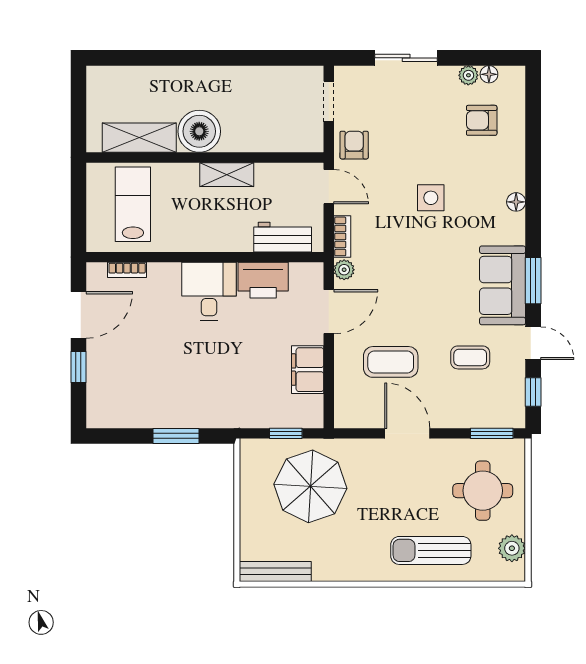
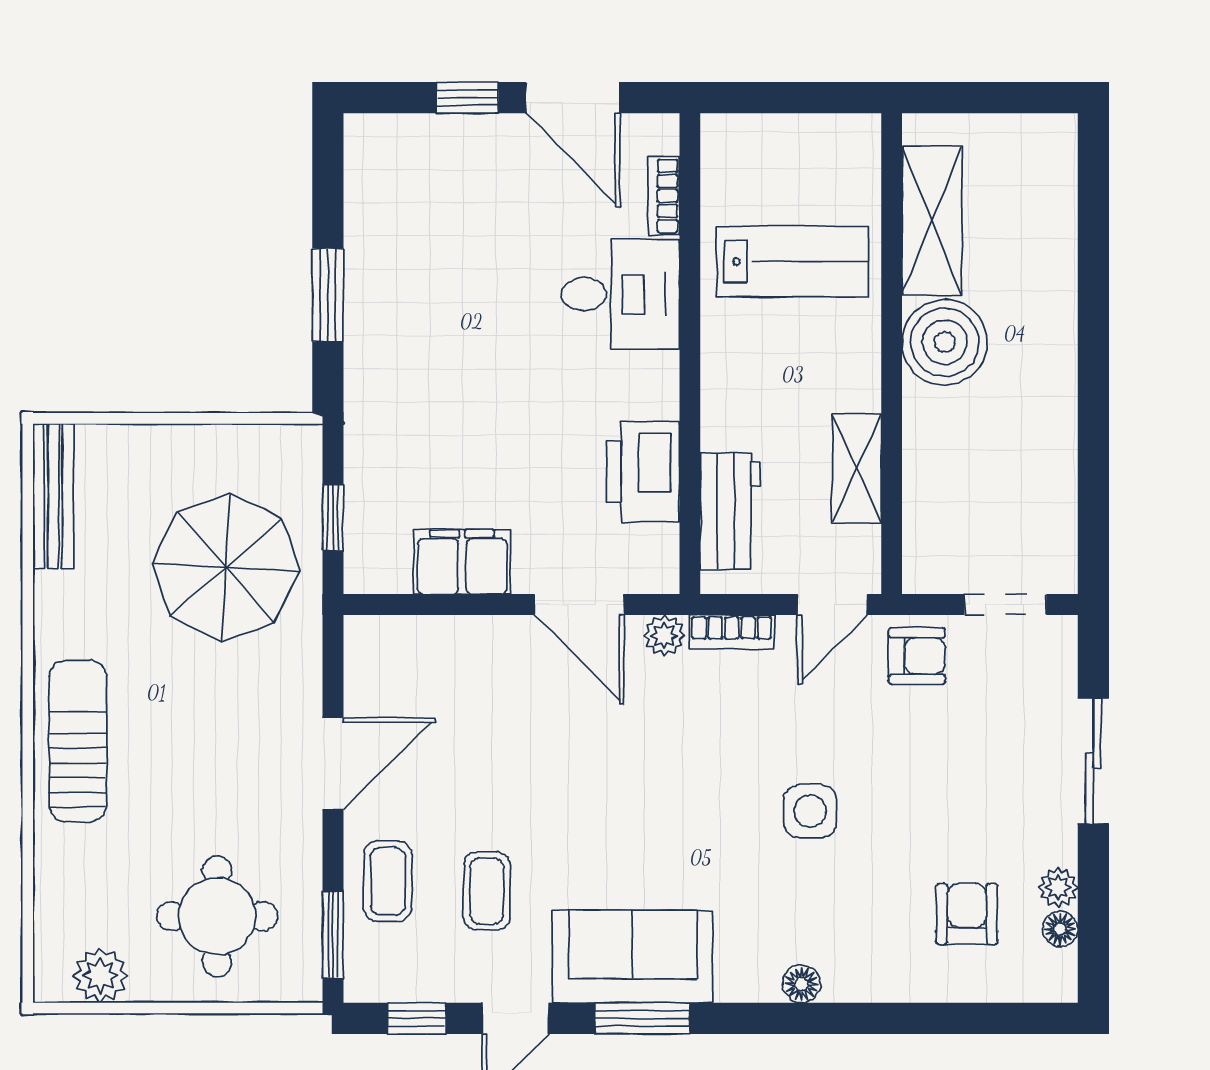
shelving: (227, 175) -> (857, 468), moved
lab bench: (133, 204) -> (792, 261), moved
desk: (209, 291) -> (620, 294), moved
coffee table: (391, 362) -> (388, 881), moved, width x0.73, depth x0.77
sun lounger: (431, 550) -> (78, 741), moved

